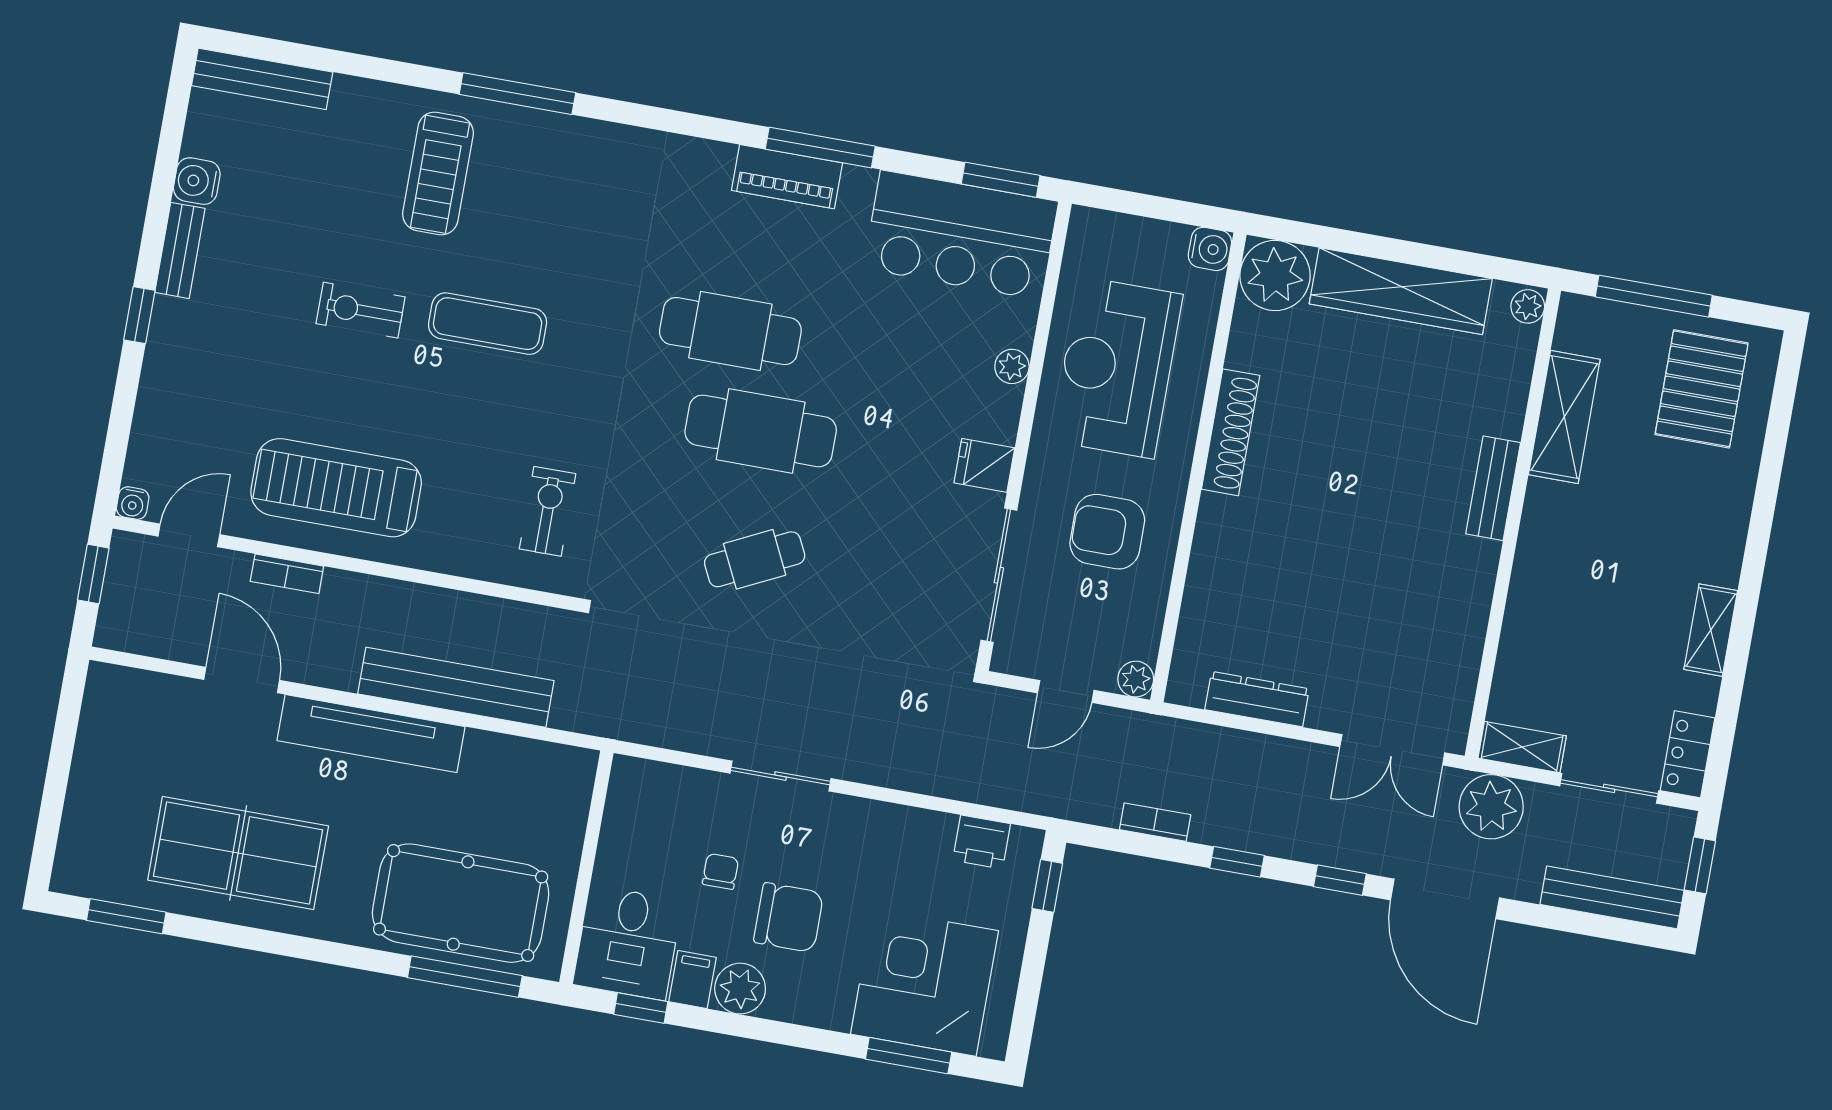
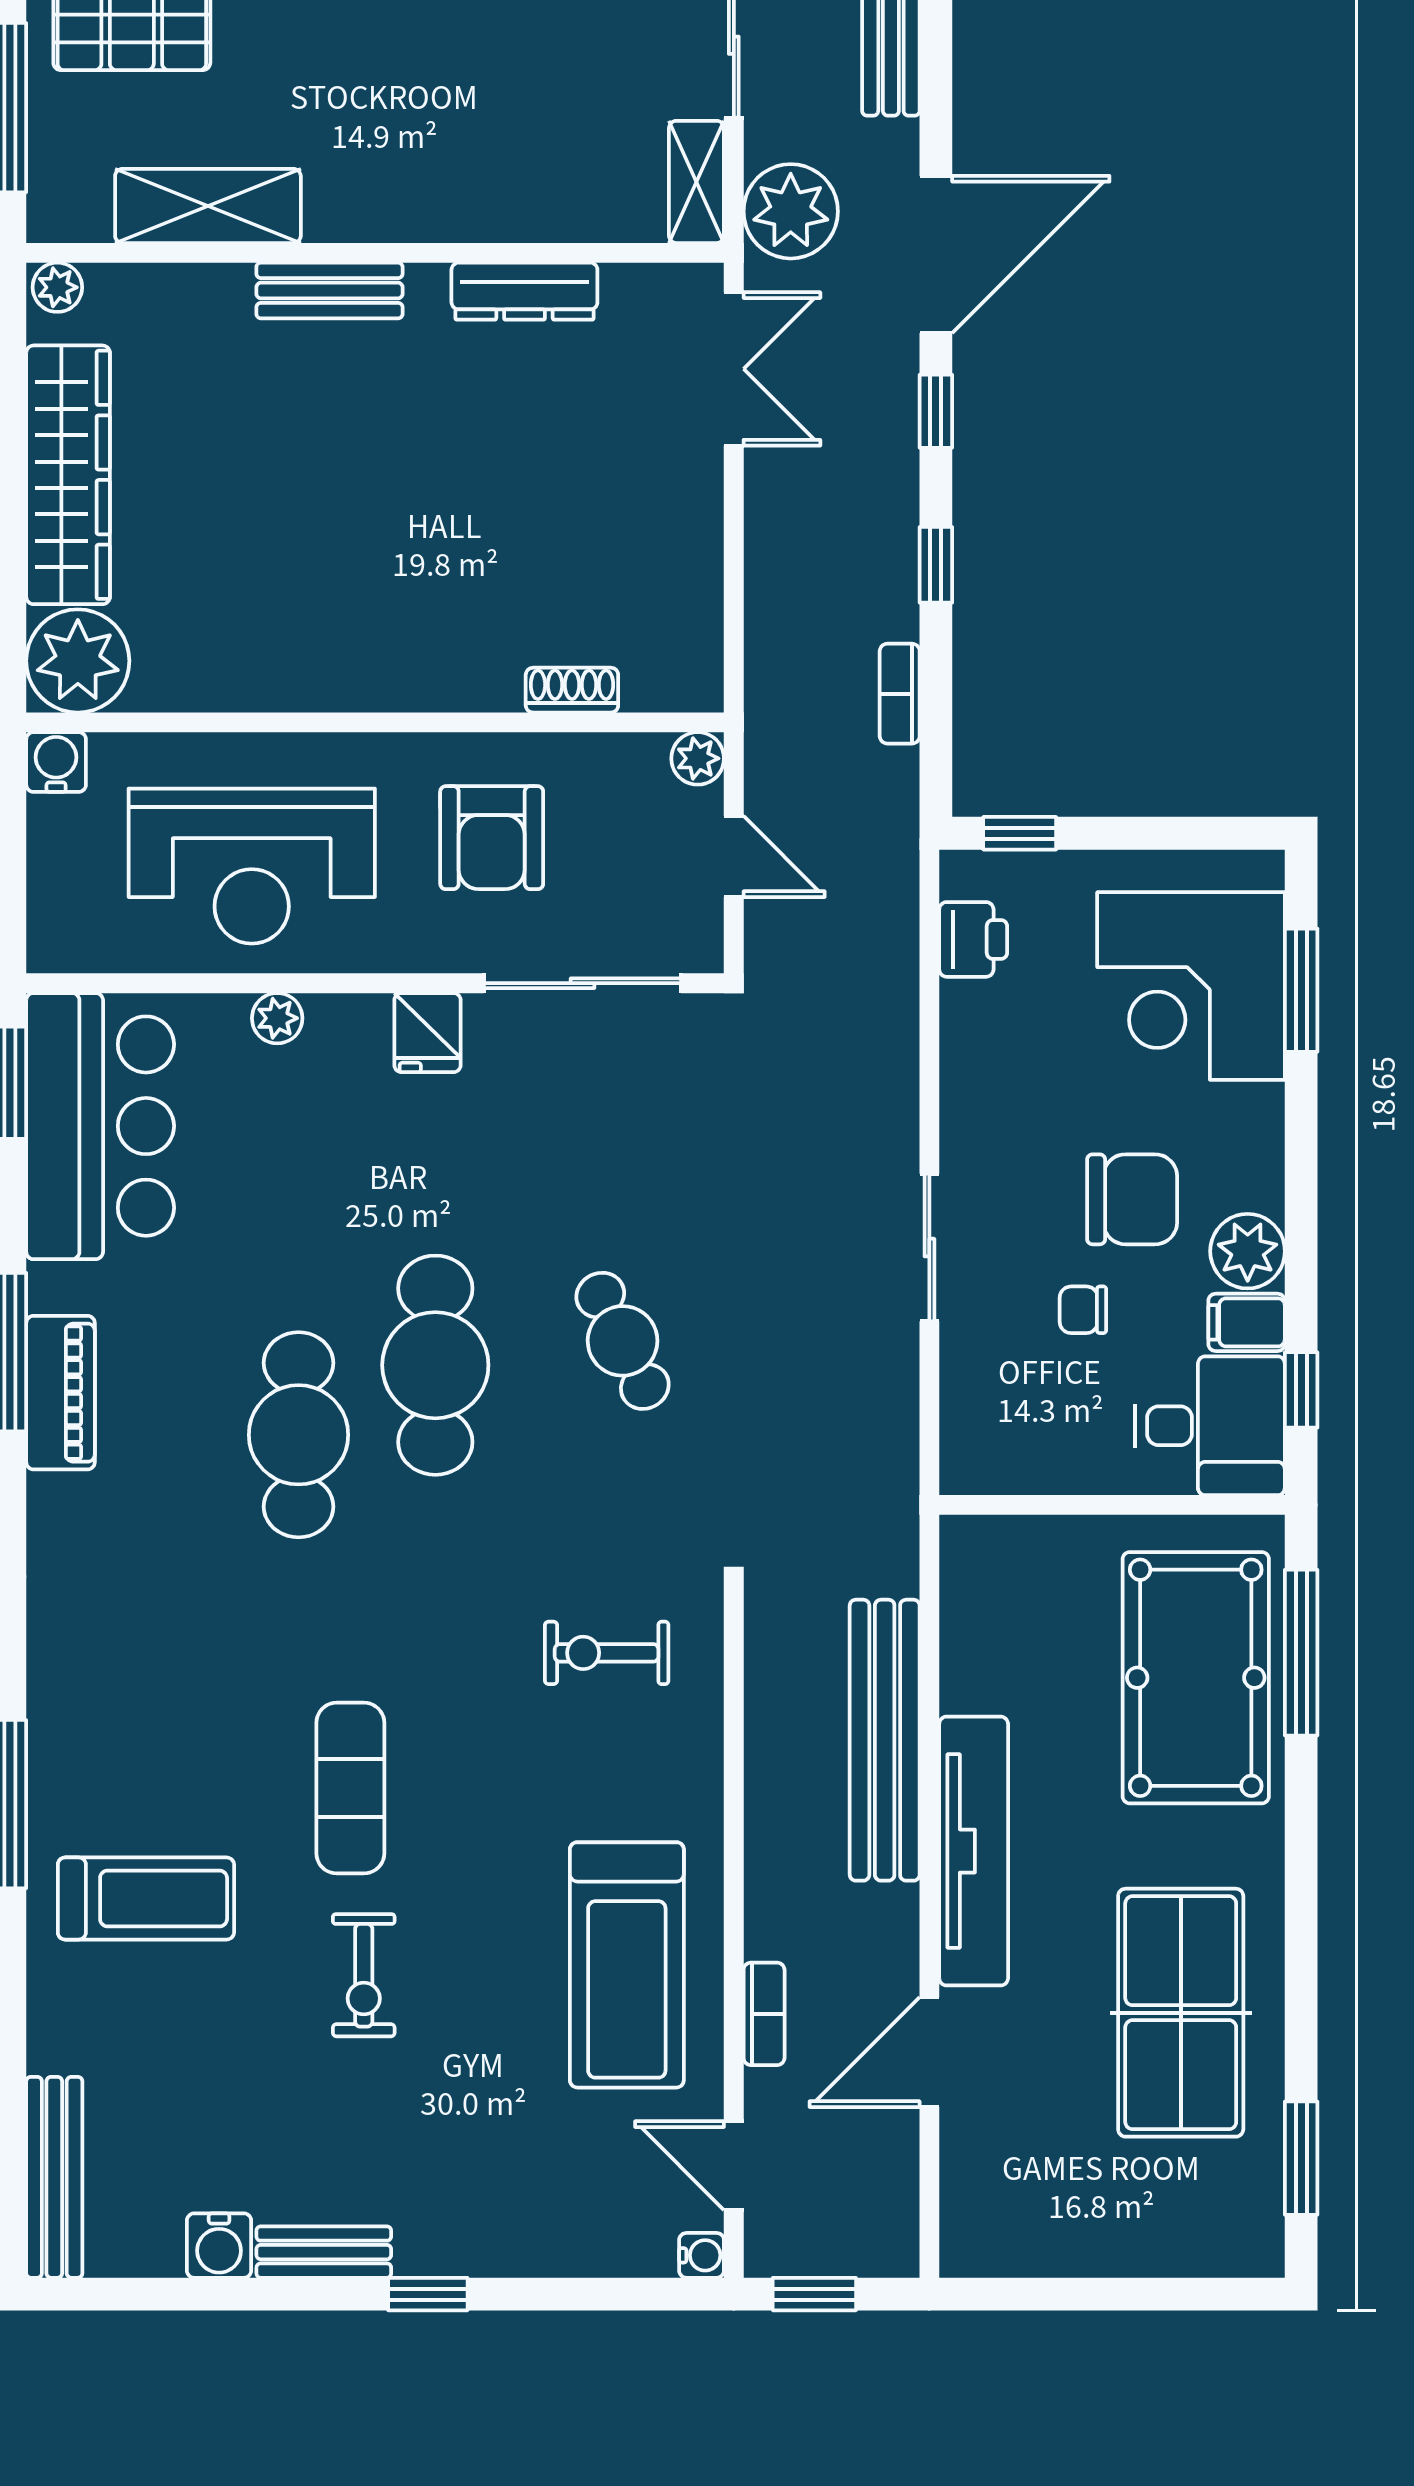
shoe rack: (1231, 432) -> (572, 690), moved, width x0.51, depth x0.81
dresser: (1257, 699) -> (524, 291), moved, turned -90
chair: (789, 917) -> (1132, 1199), turned 90

